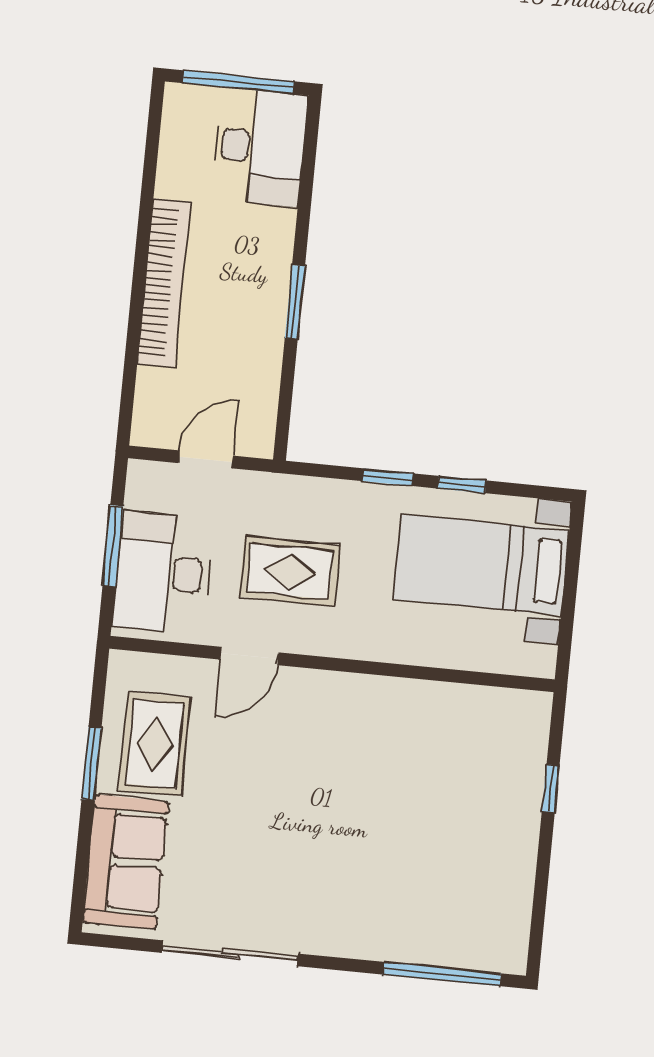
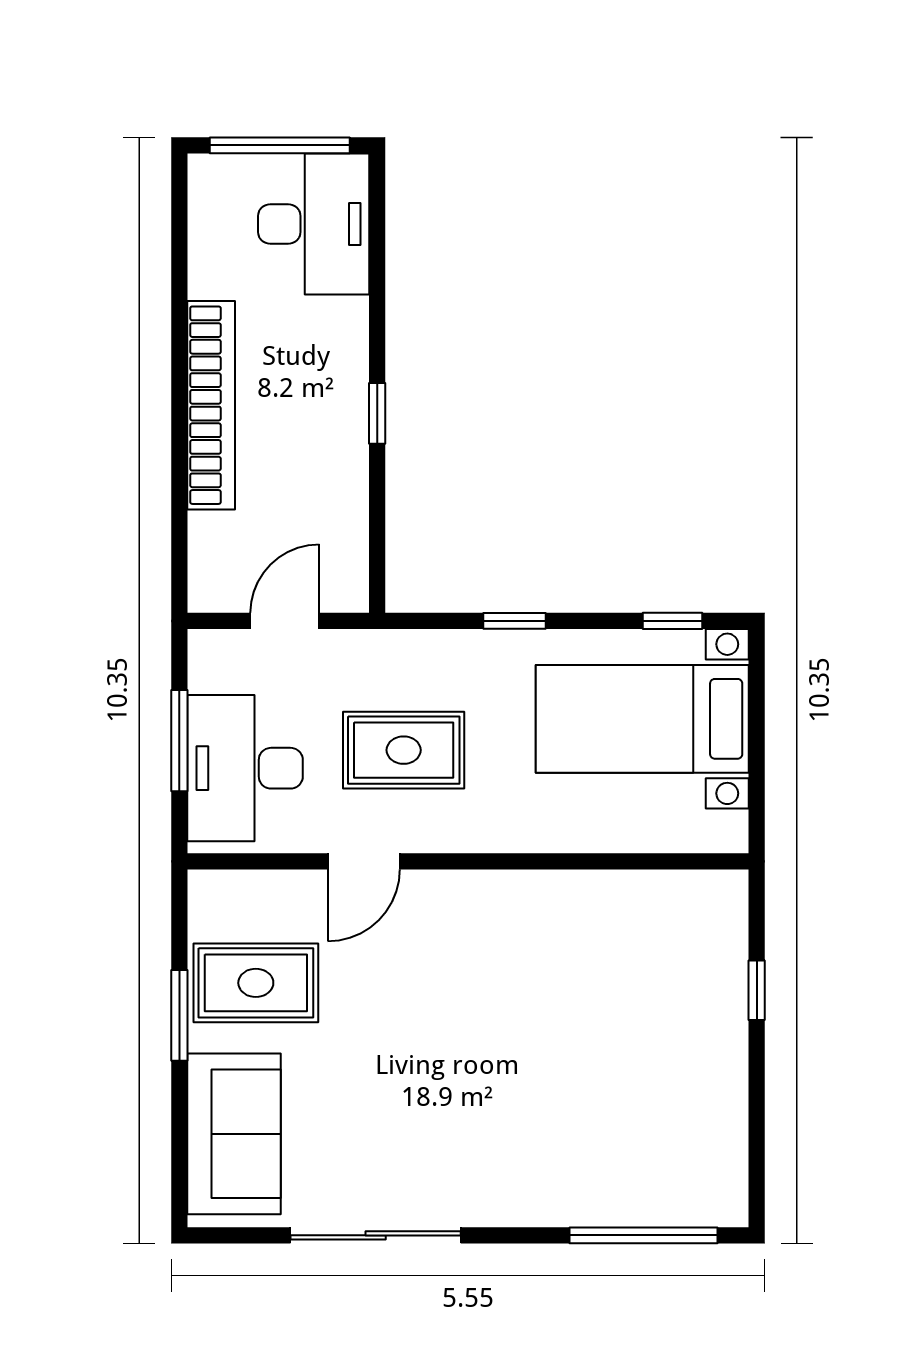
window: (295, 302) -> (377, 413), width x0.67
window: (462, 484) -> (672, 621), moved
rug: (155, 744) -> (256, 983), turned 90

